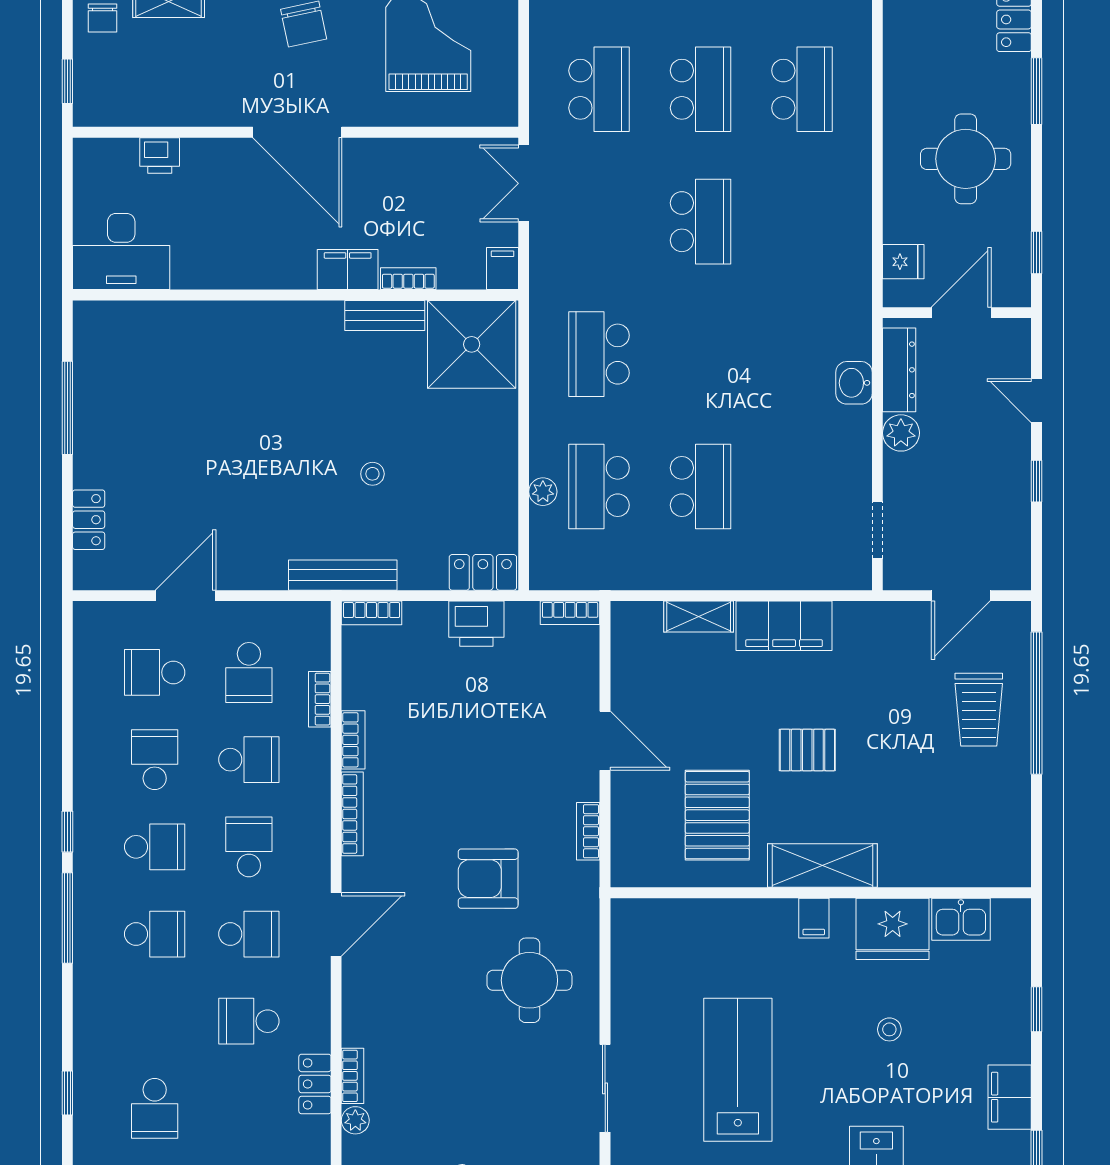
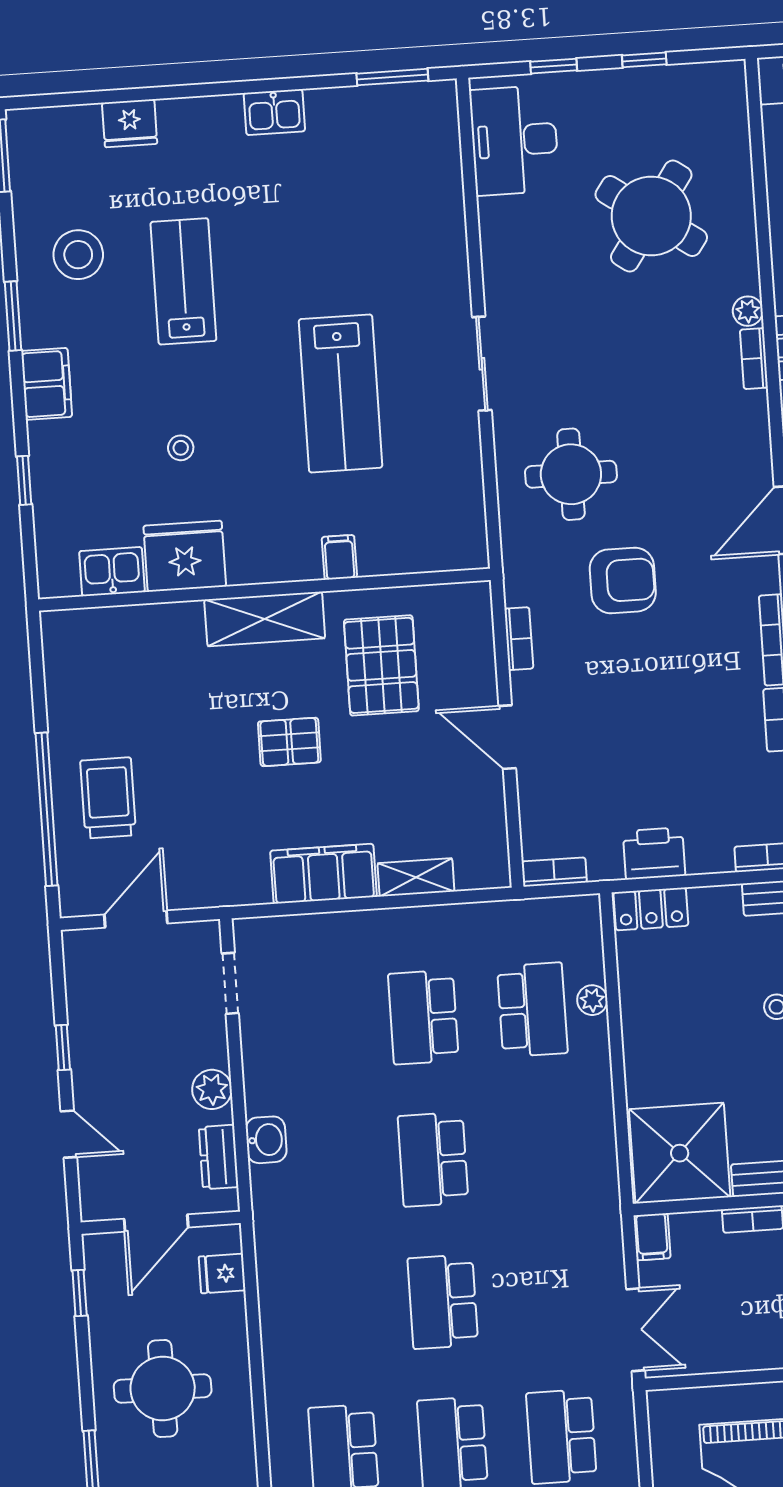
school desk: (599, 354) -> (433, 1159), moved, turned 180
dresser: (899, 370) -> (219, 1157), width x0.70
filing cabinet: (814, 918) -> (339, 557), moved

